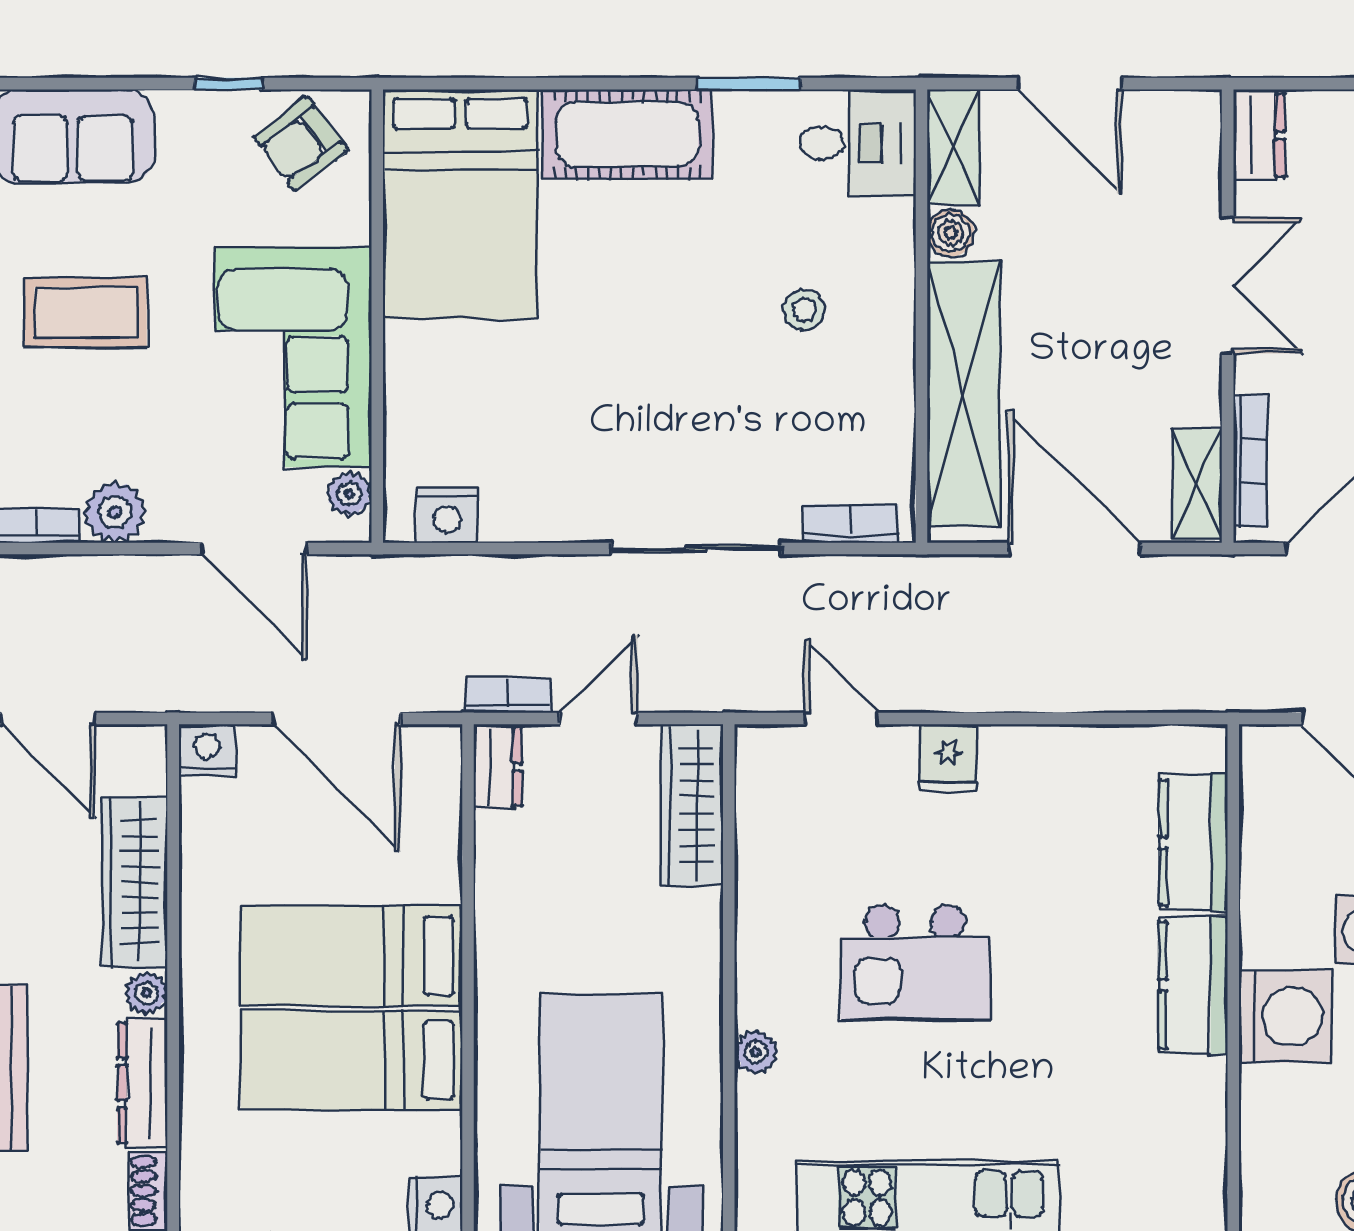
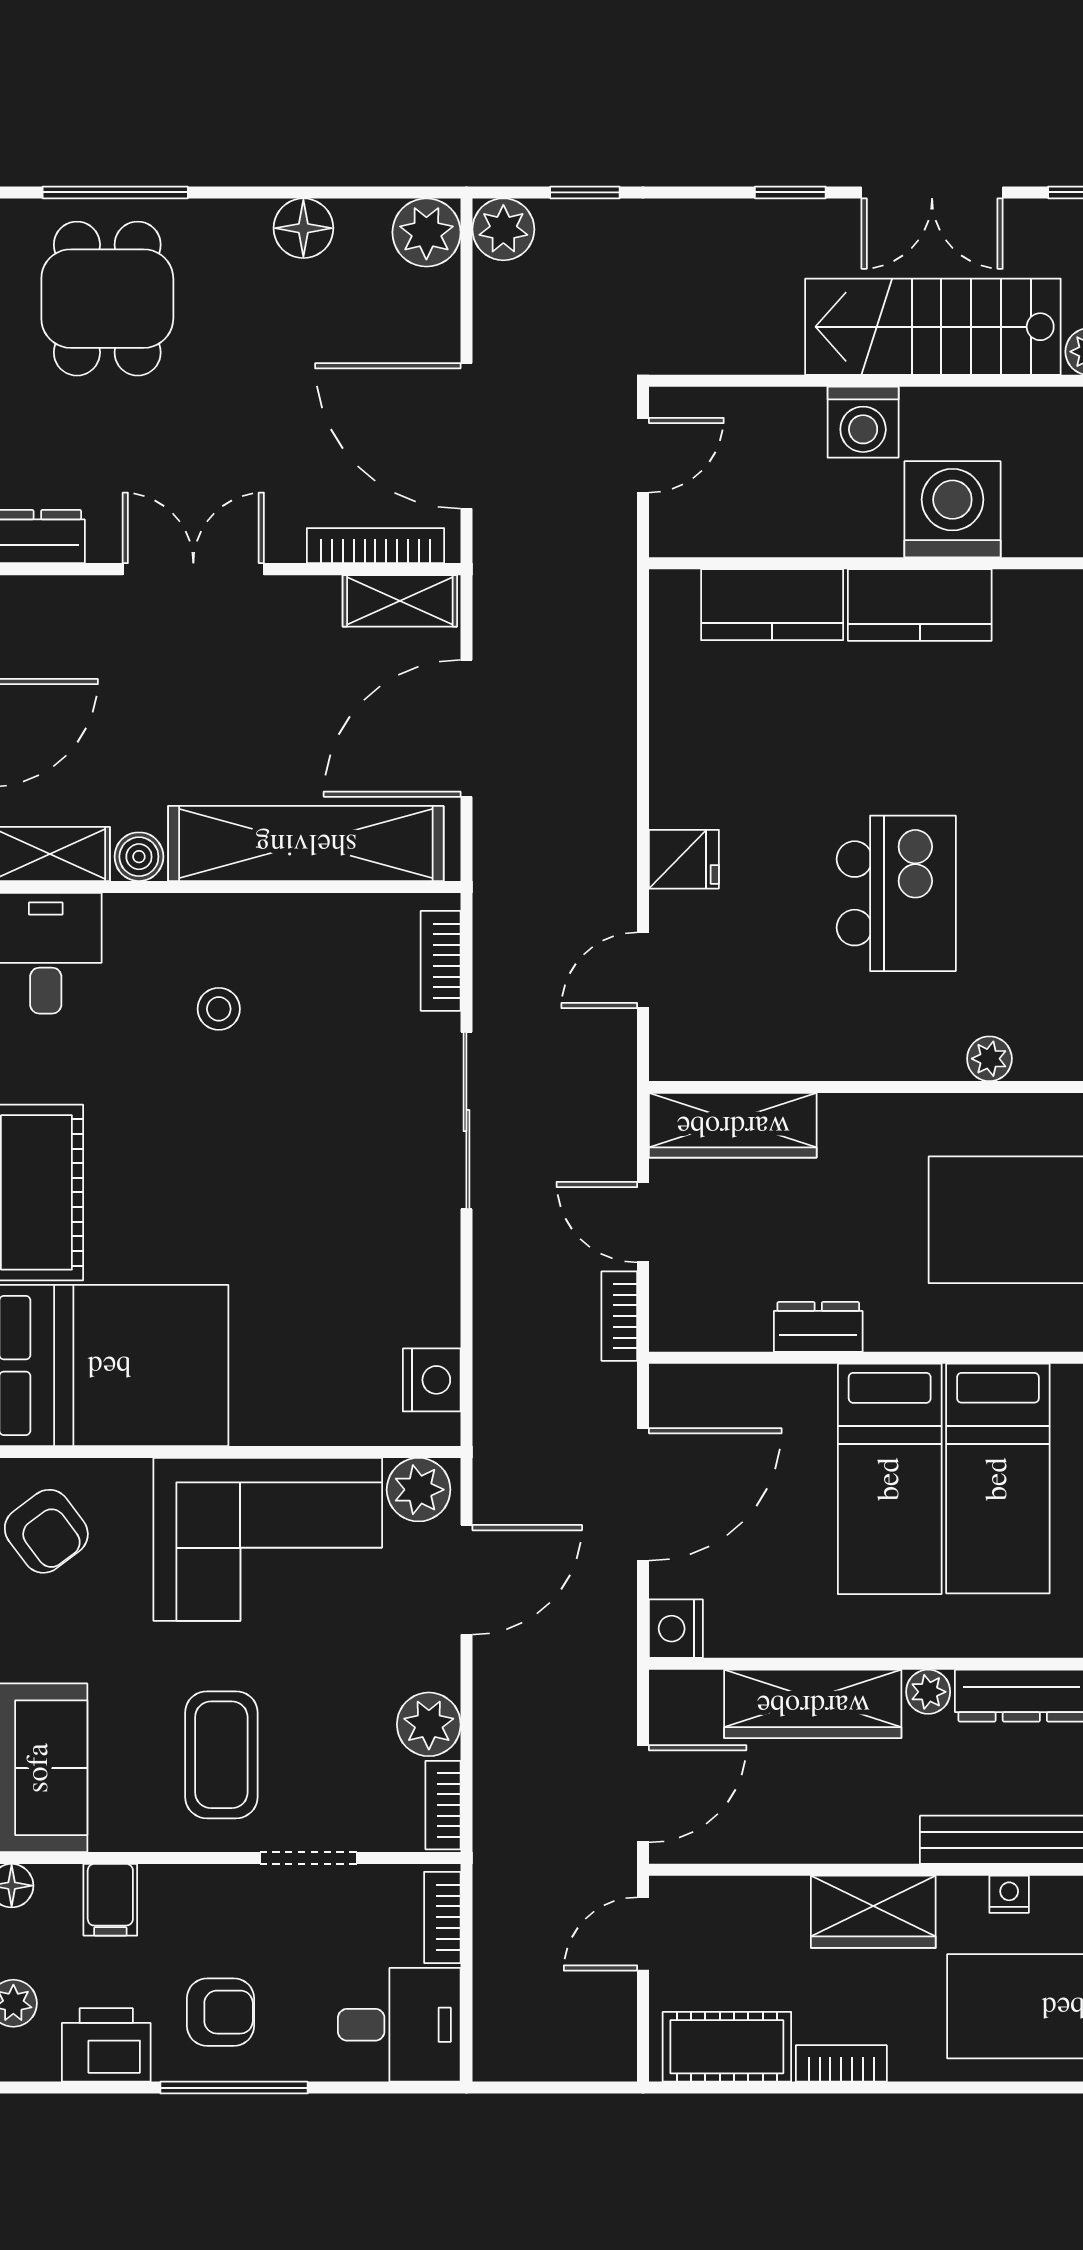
plant: (349, 494) -> (419, 1490), width x1.38, depth x1.38
dresser: (498, 767) -> (818, 1327), moved

